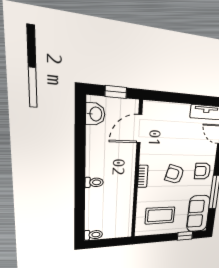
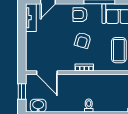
armchair: (203, 171) -> (80, 15), turned 90

